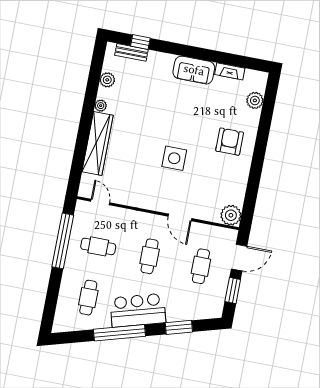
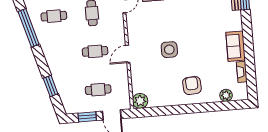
armchair: (230, 142) -> (192, 85), turned -94
door: (180, 217) -> (128, 54), moved
bar counter: (138, 310) -> (55, 54), removed
window: (119, 333) -> (29, 28), moved

